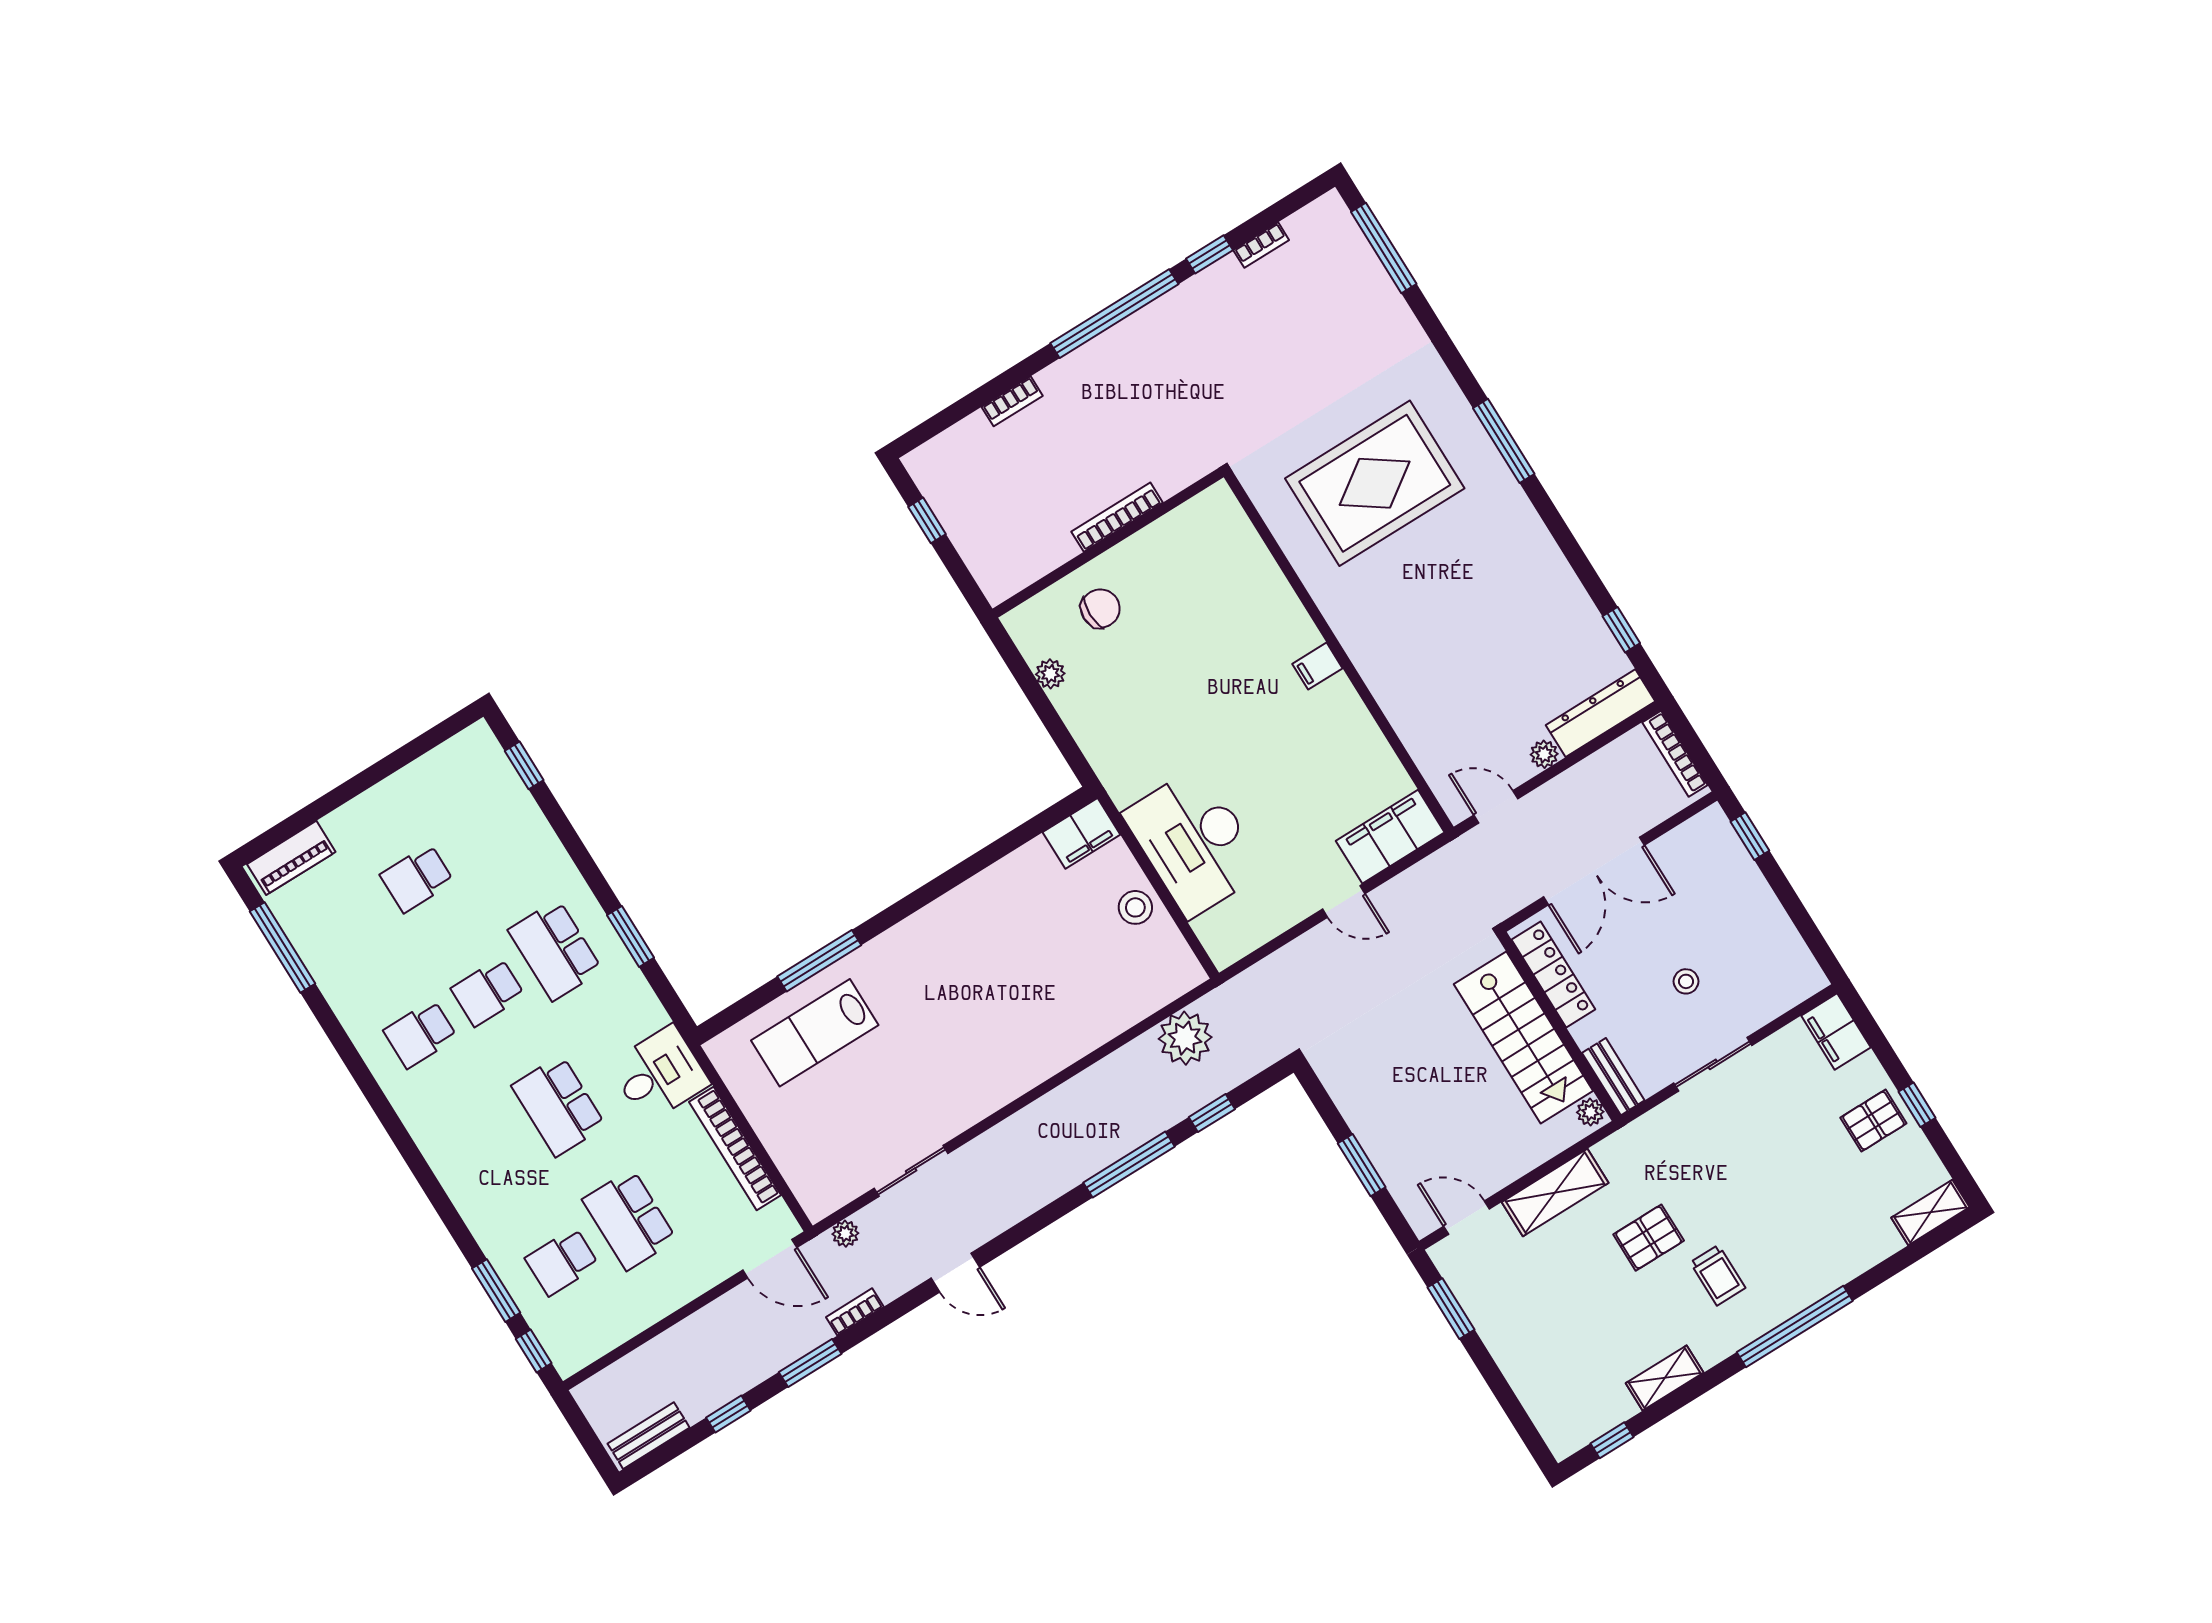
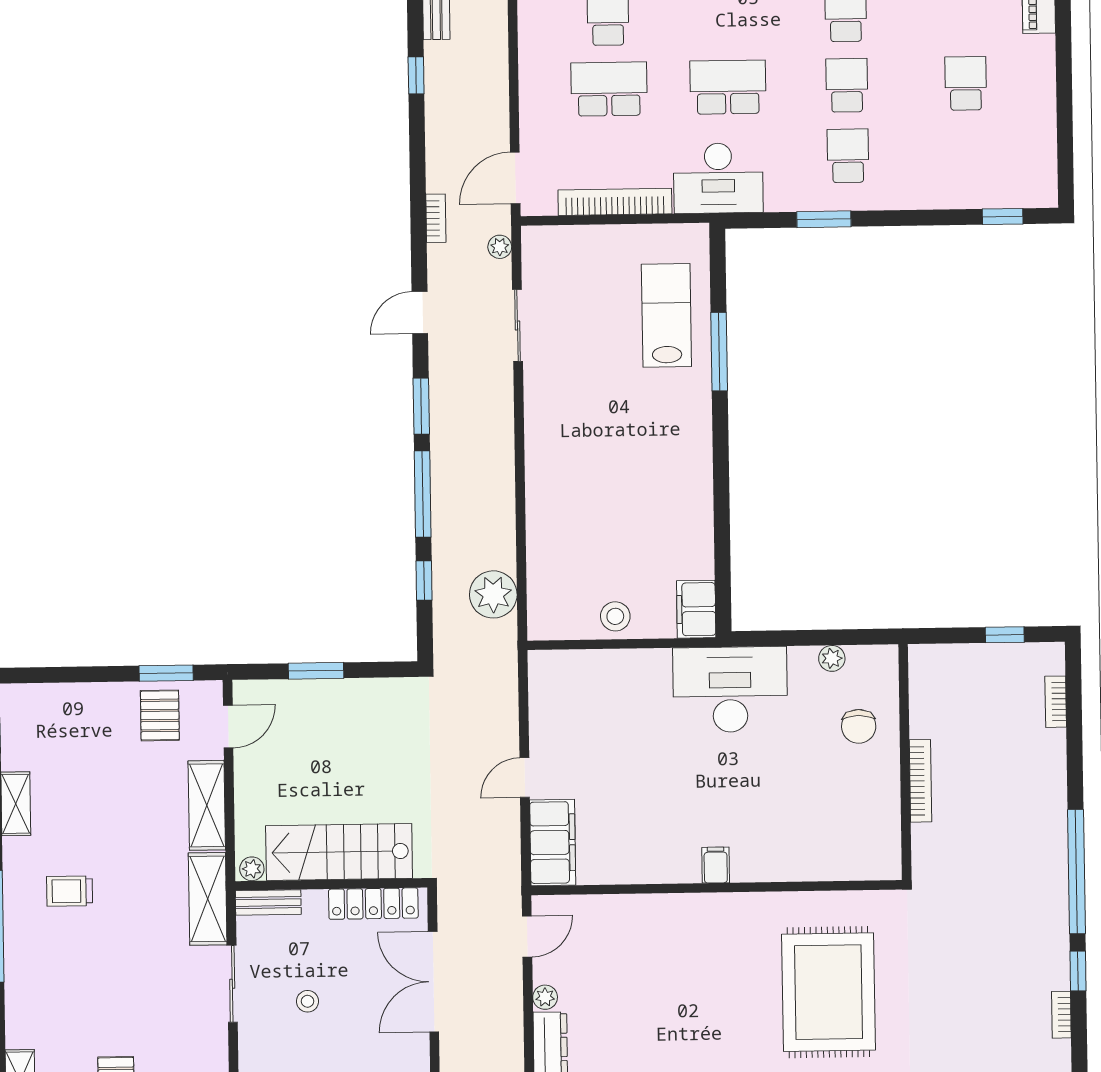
bookcase: (1012, 401) -> (1056, 702), moved
desk: (1194, 842) -> (730, 689), moved
school desk: (555, 950) -> (848, 156), width x0.54
desk: (659, 1074) -> (718, 178), width x1.37
shelving: (1645, 1137) -> (208, 899), added
pallet: (1649, 1238) -> (160, 715), moved
window: (810, 1363) -> (421, 406), moved

